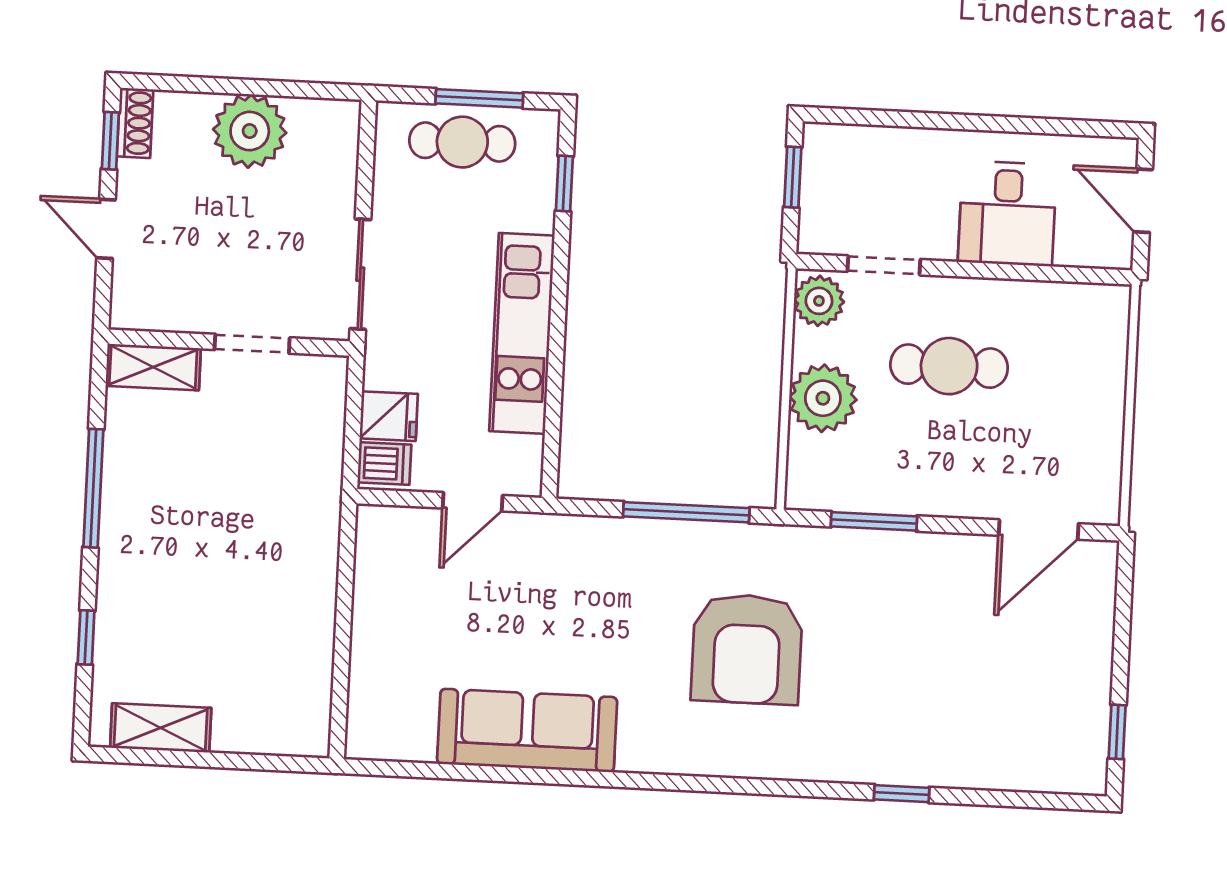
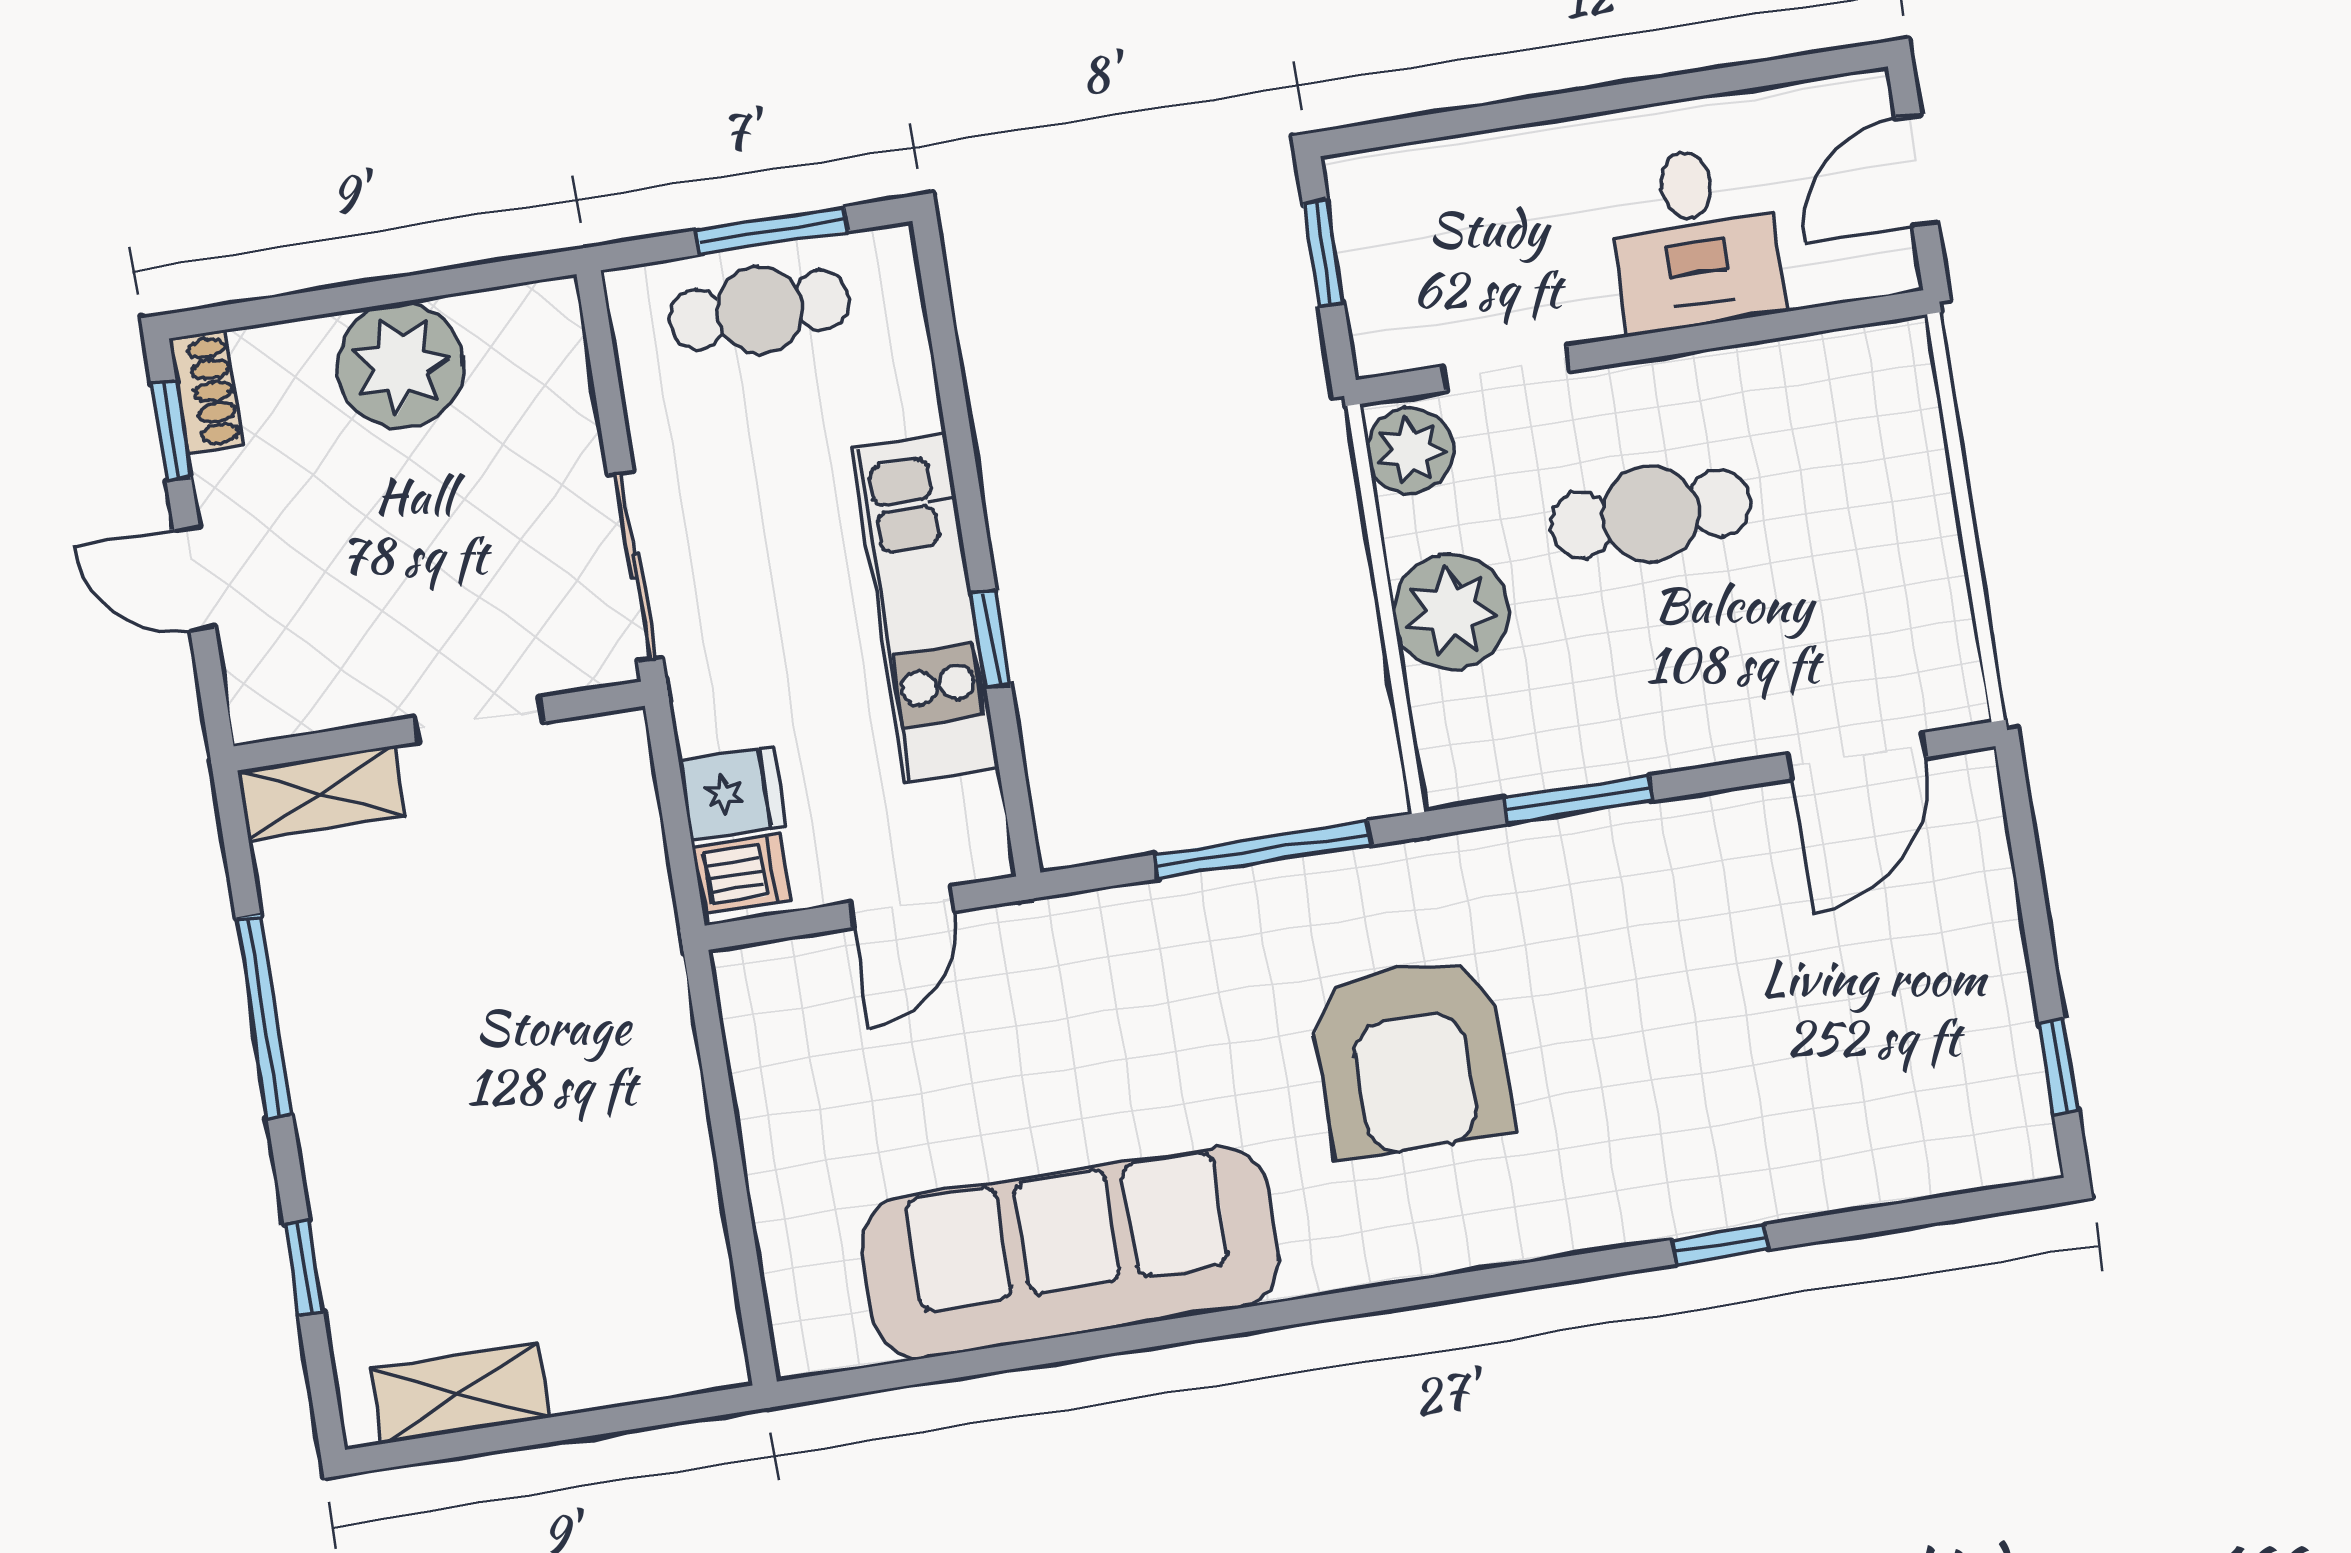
window: (564, 184) -> (991, 639), moved
door: (1143, 201) -> (1917, 170), hinge flipped
sofa: (527, 730) -> (1070, 1253), width x1.36, depth x1.27

